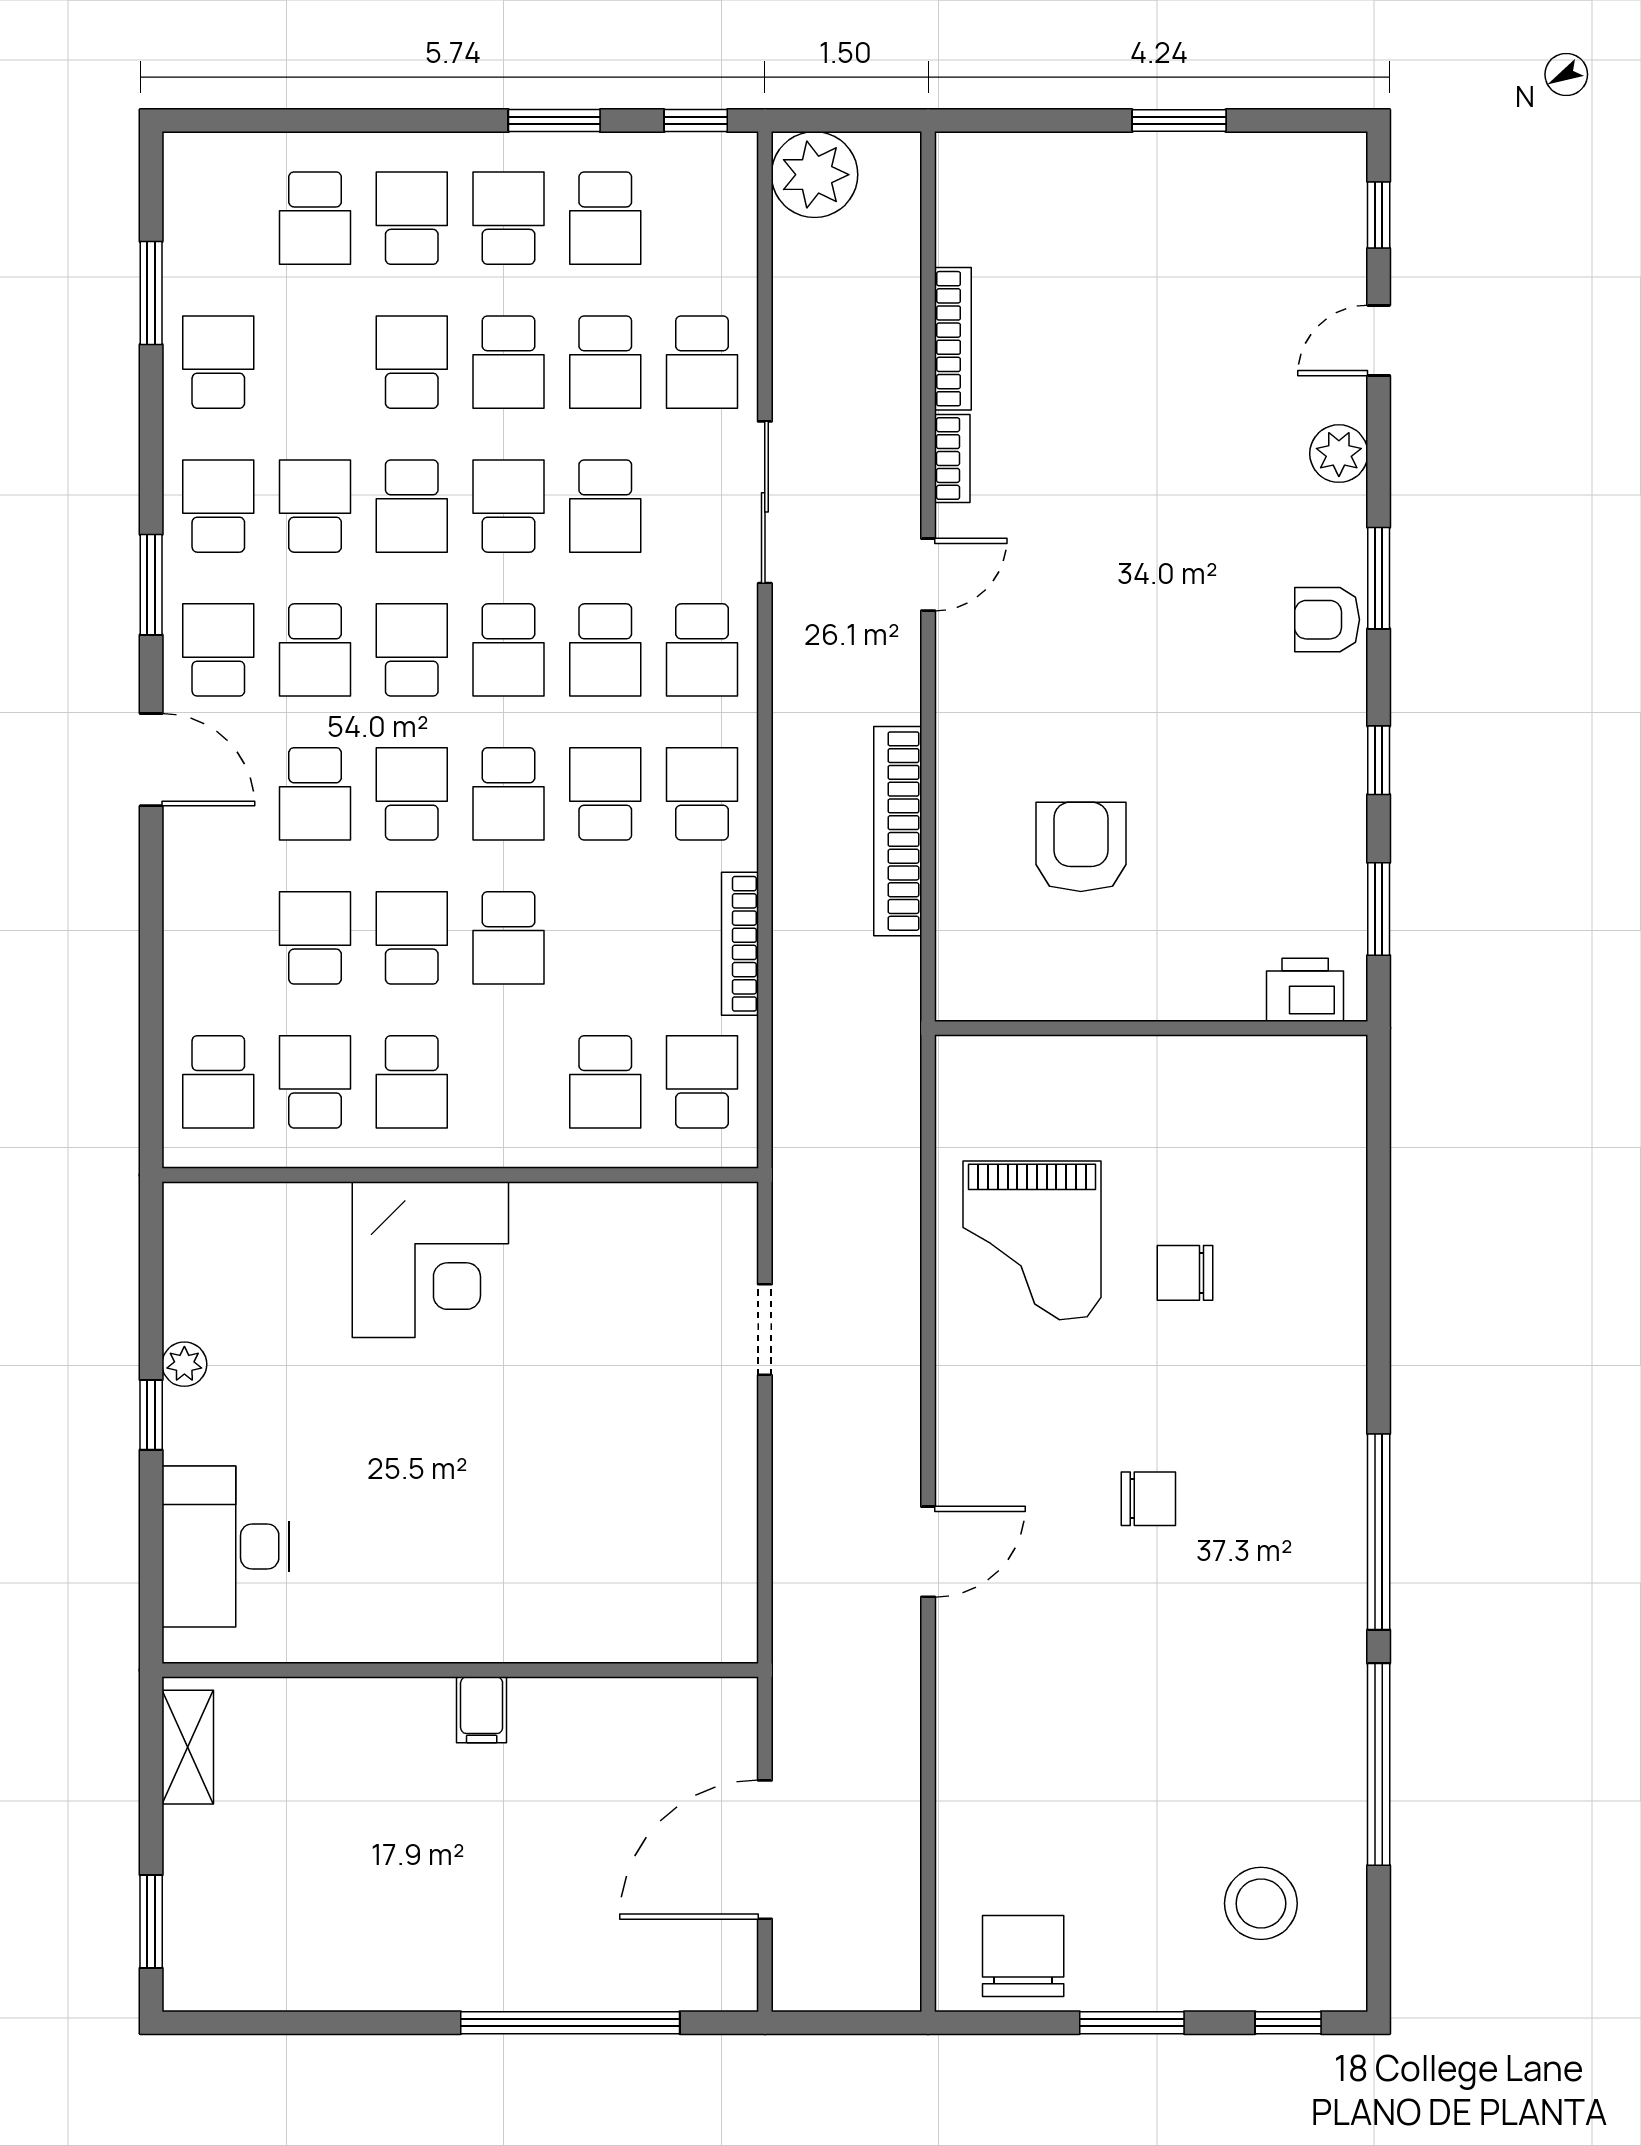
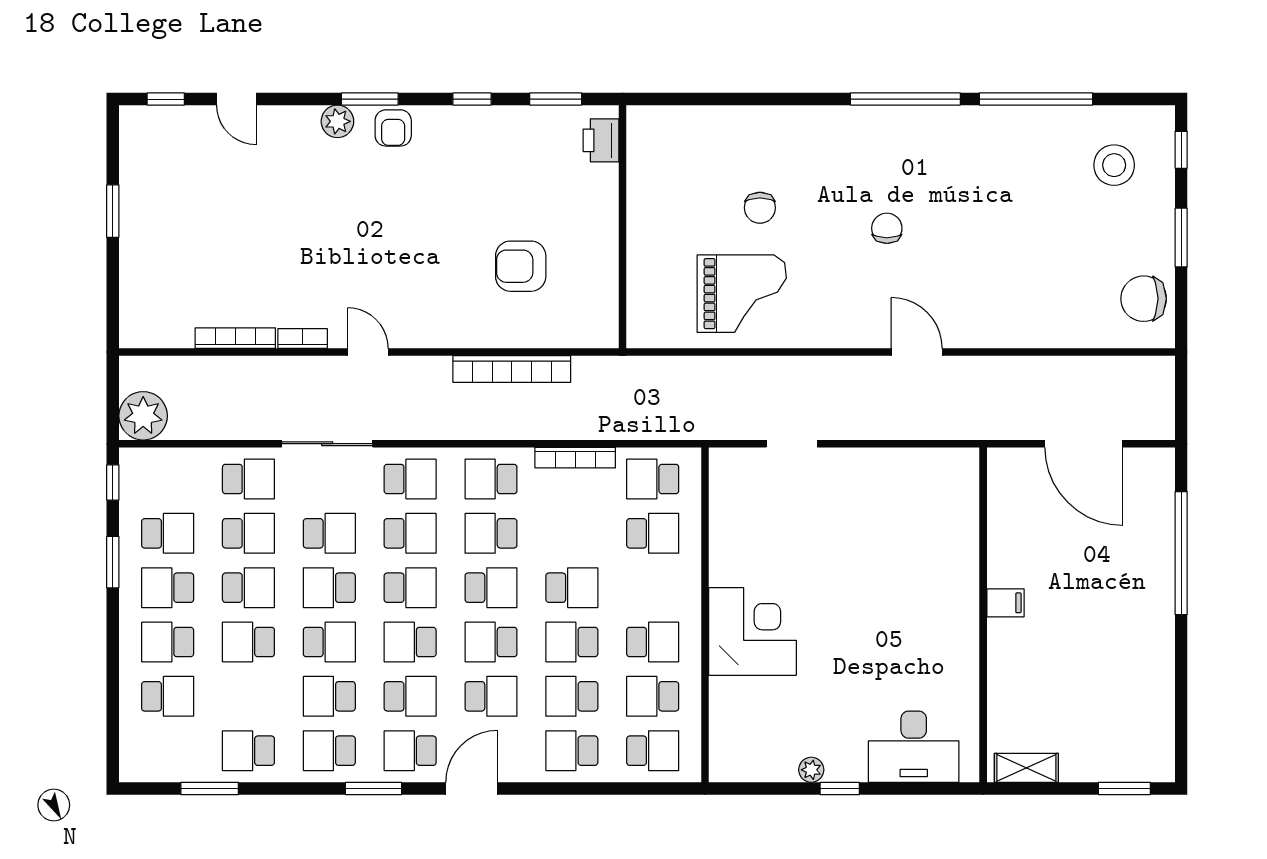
plant: (1339, 454) -> (337, 121), moved
school desk: (218, 938) -> (572, 751), added

